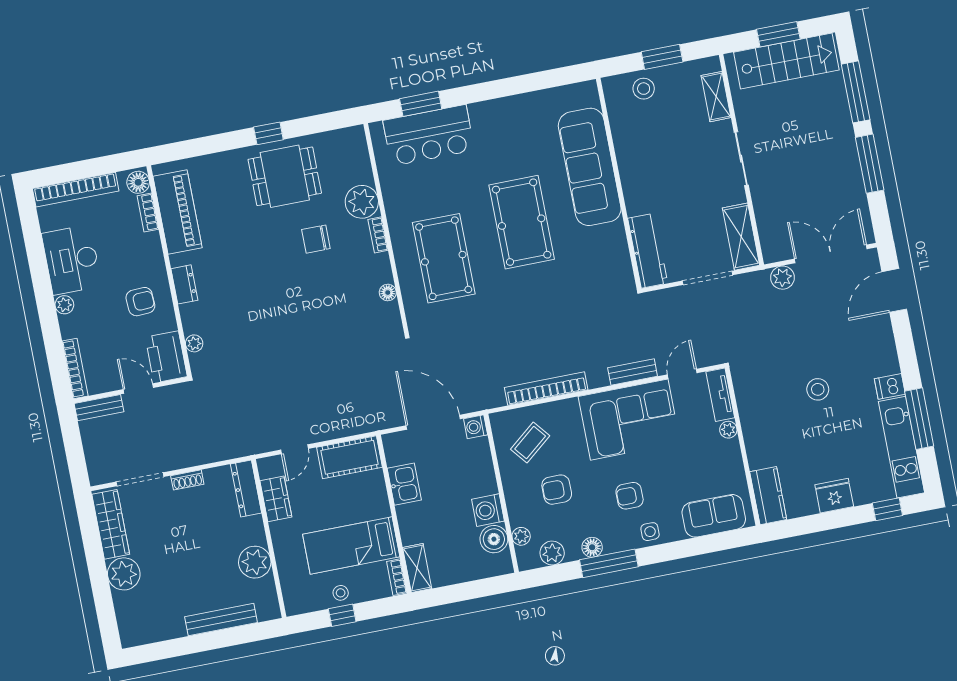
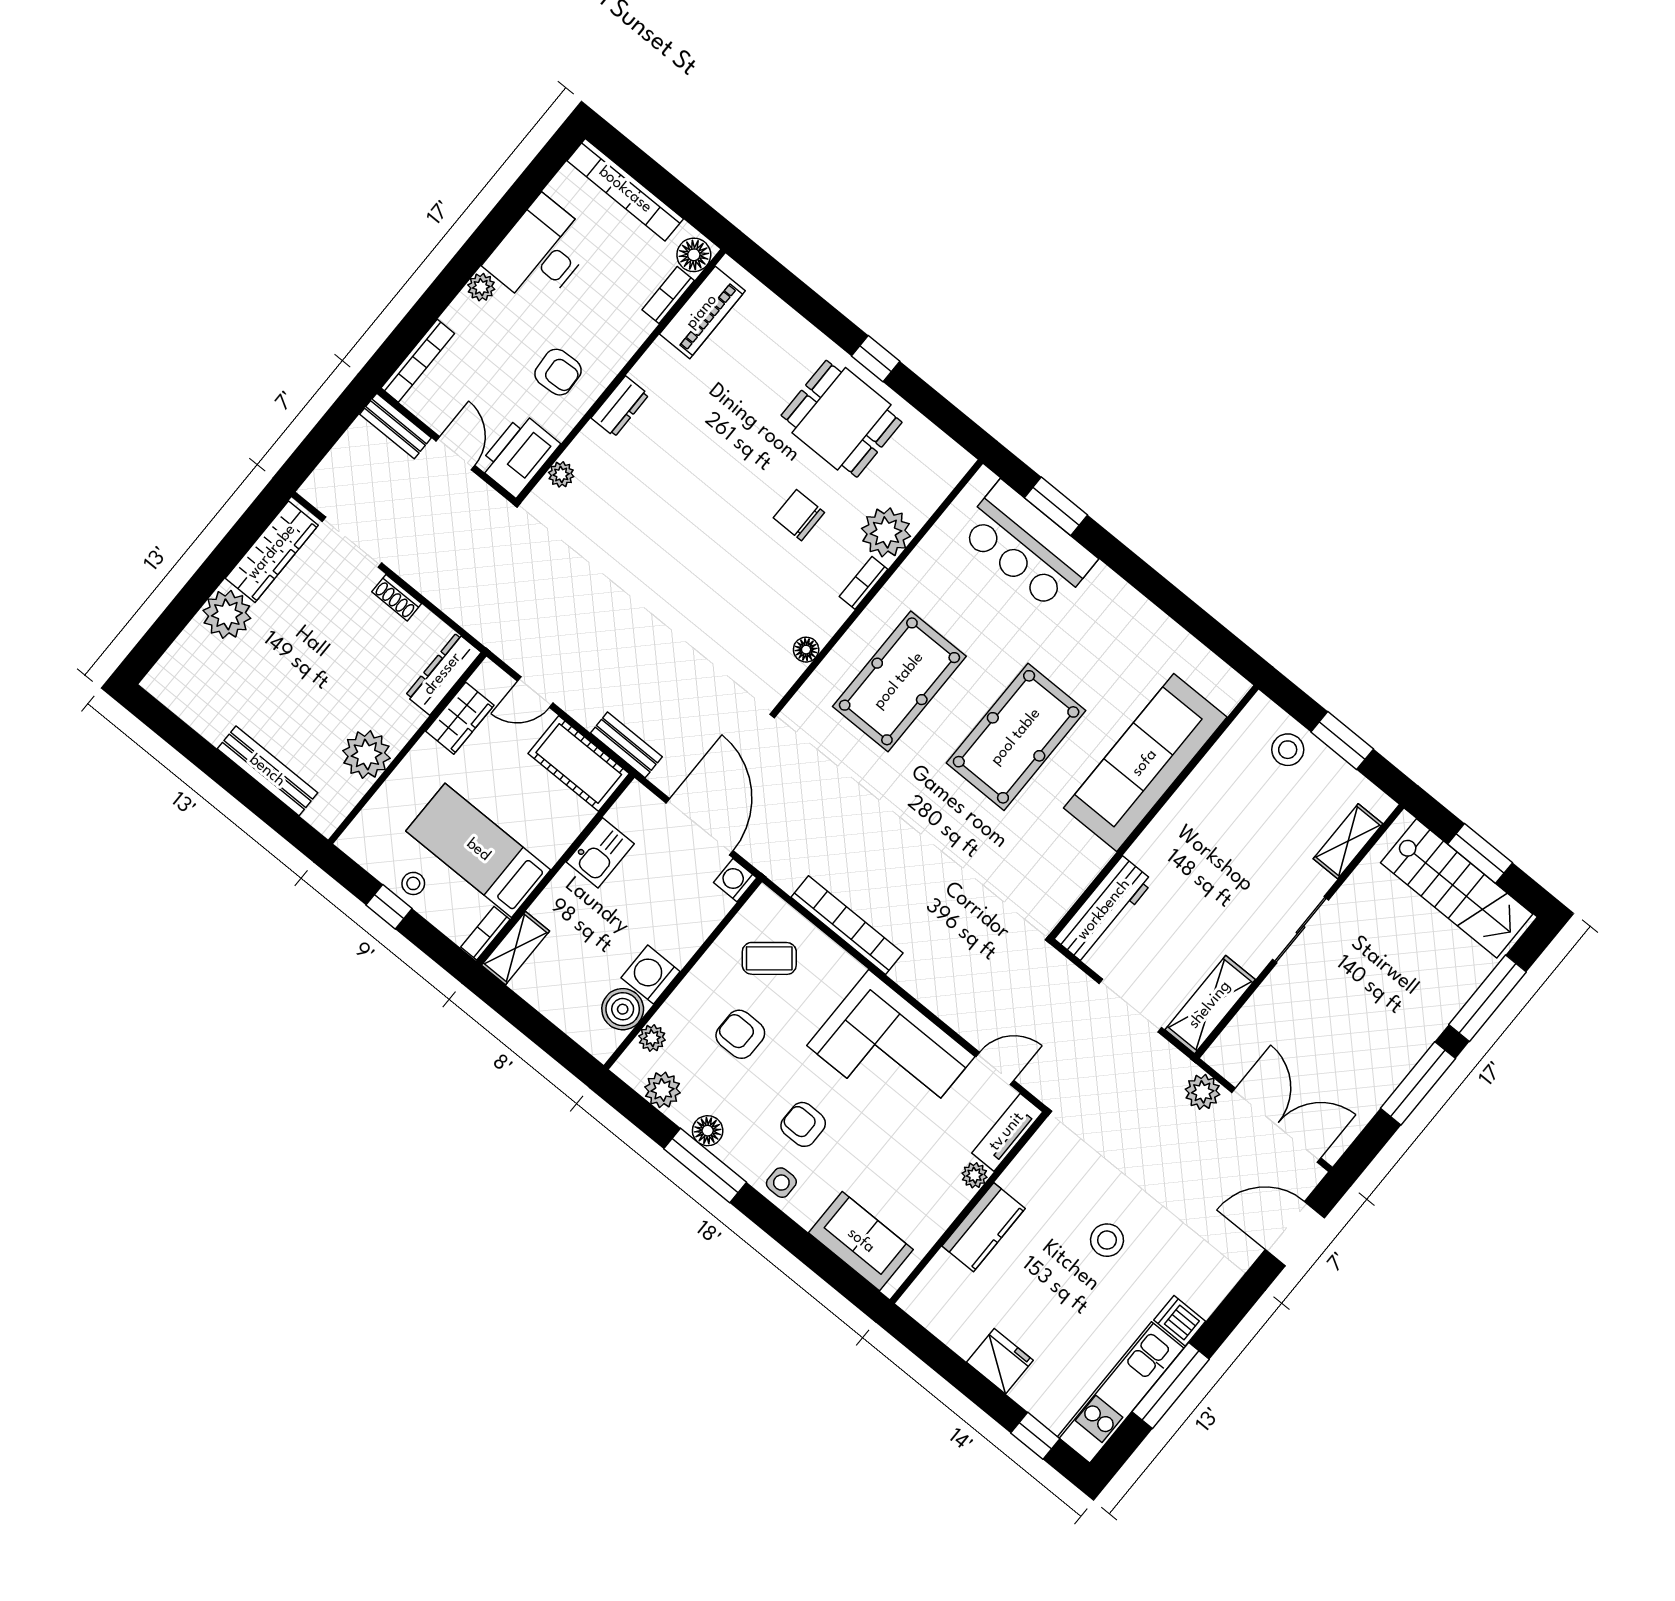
piano: (177, 212) -> (702, 312), width x0.73, depth x0.75
bench: (633, 372) -> (626, 745), moved
kitchen counter: (768, 496) -> (984, 1227), moved

